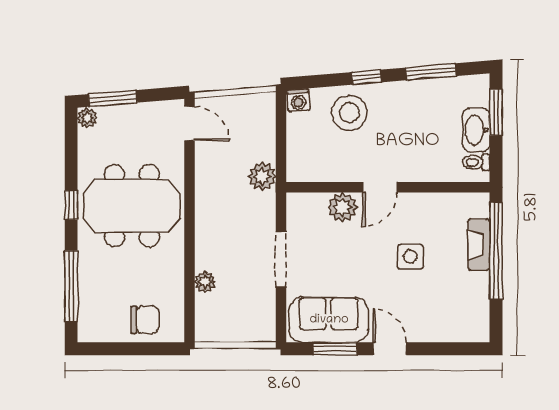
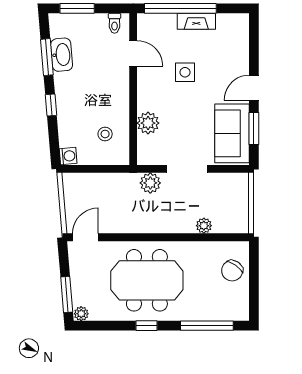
stool: (349, 113) -> (105, 134), moved, width x0.53, depth x0.53
washbasin: (476, 130) -> (62, 55), moved, turned -95
plant: (262, 176) -> (150, 183), moved
door: (380, 187) -> (133, 53), moved
meeting table: (132, 206) -> (147, 280), turned 90
fireplace: (479, 245) -> (196, 21), moved
chair: (145, 320) -> (232, 271), turned -145

